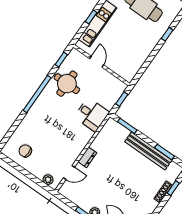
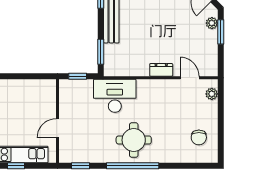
round table: (67, 84) -> (134, 140), moved
desk: (92, 115) -> (115, 96), width x1.37

